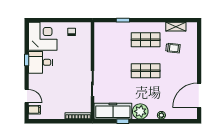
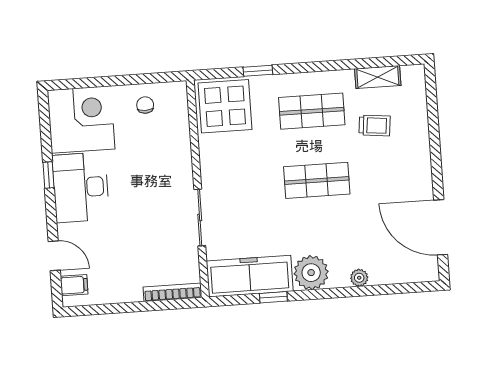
display table: (107, 35) -> (225, 106), added
desk: (41, 62) -> (81, 187), width x1.37
door: (199, 95) -> (441, 227), hinge flipped

